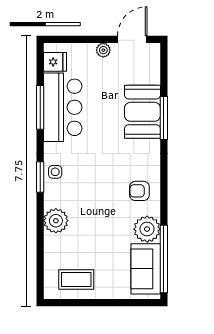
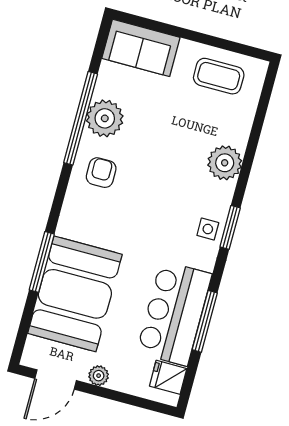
booth: (142, 112) -> (75, 294), width x1.36, depth x1.42
armchair: (139, 191) -> (101, 173), turned -90
window: (164, 259) -> (81, 118), moved
sofa: (146, 269) -> (141, 48), moved, turned 90

